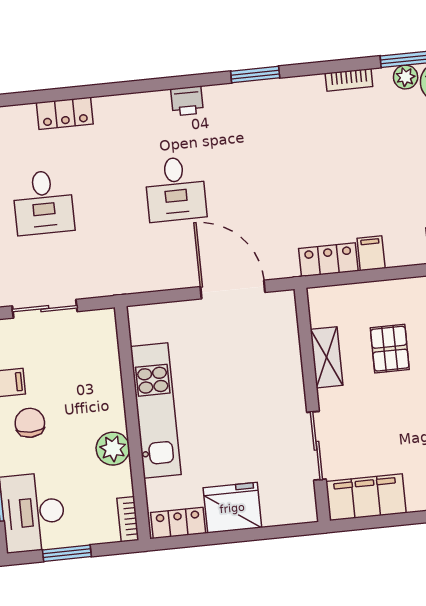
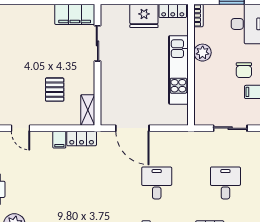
shelving: (327, 357) -> (88, 110), moved

